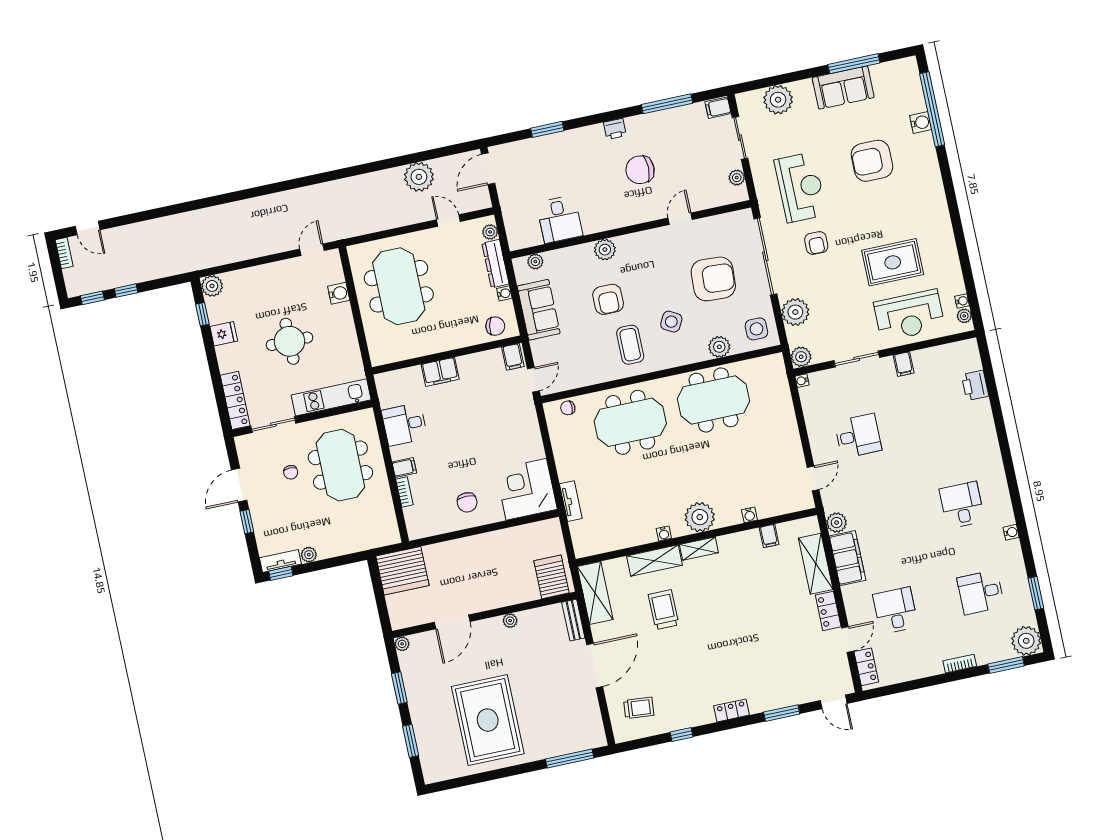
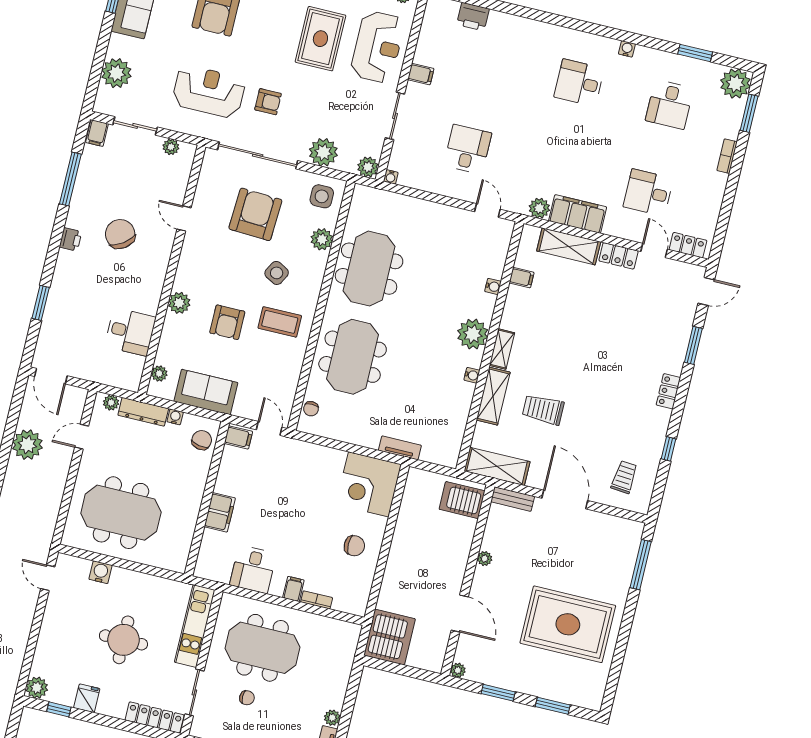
chair: (640, 170) -> (120, 234), turned 145
armchair: (608, 299) -> (227, 322), turned 90

